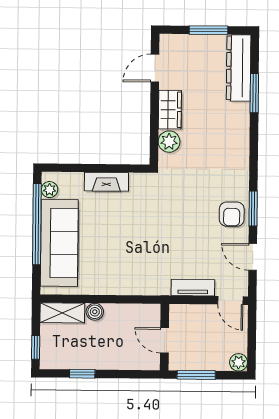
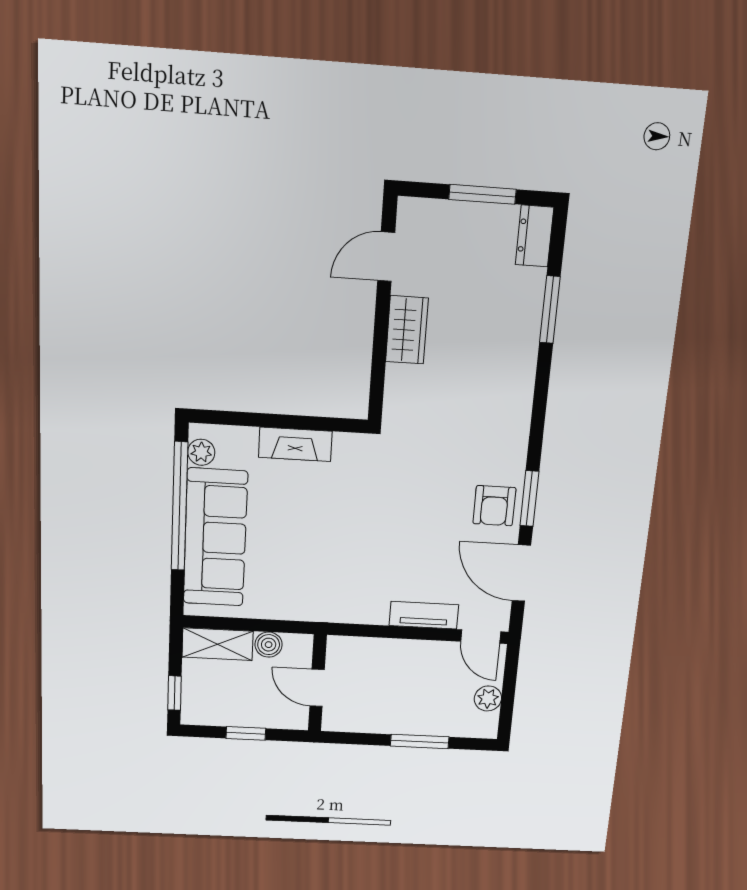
dresser: (239, 68) -> (535, 236), width x0.51, depth x0.80
plant: (169, 142) -> (402, 384), removed
door: (253, 257) -> (521, 573), width x1.38
wall: (165, 337) -> (317, 683), moved
door: (164, 340) -> (317, 688), moved
plant: (239, 362) -> (488, 698), moved

